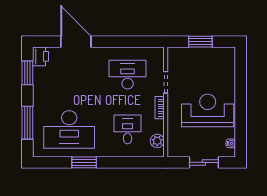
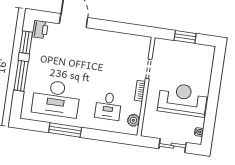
desk: (128, 75) -> (116, 57), removed
window: (27, 123) -> (21, 76), moved
desk: (128, 129) -> (108, 106), turned 180
window: (84, 162) -> (65, 130), width x1.44

